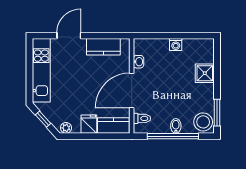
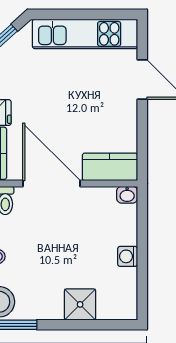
kitchen counter: (103, 47) -> (110, 167), moved, turned 90
washbasin: (138, 62) -> (127, 195), moved

